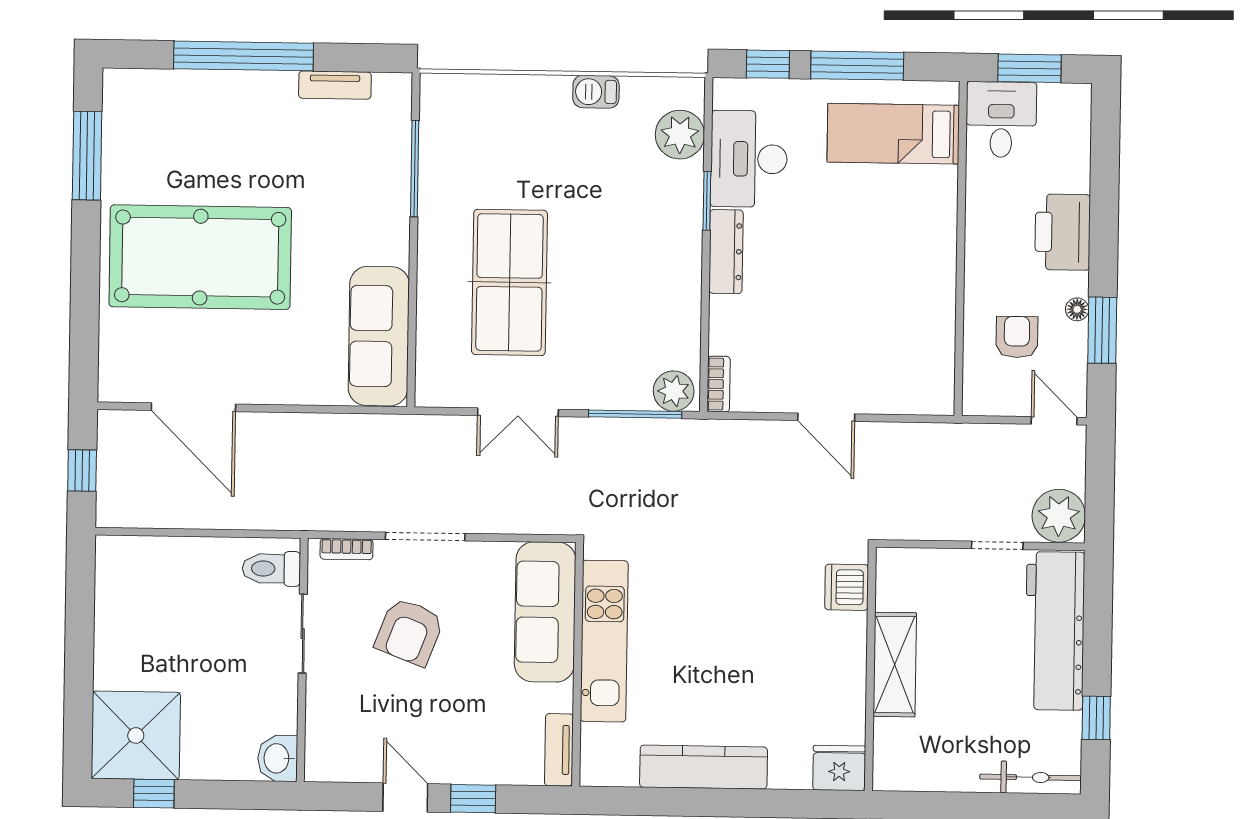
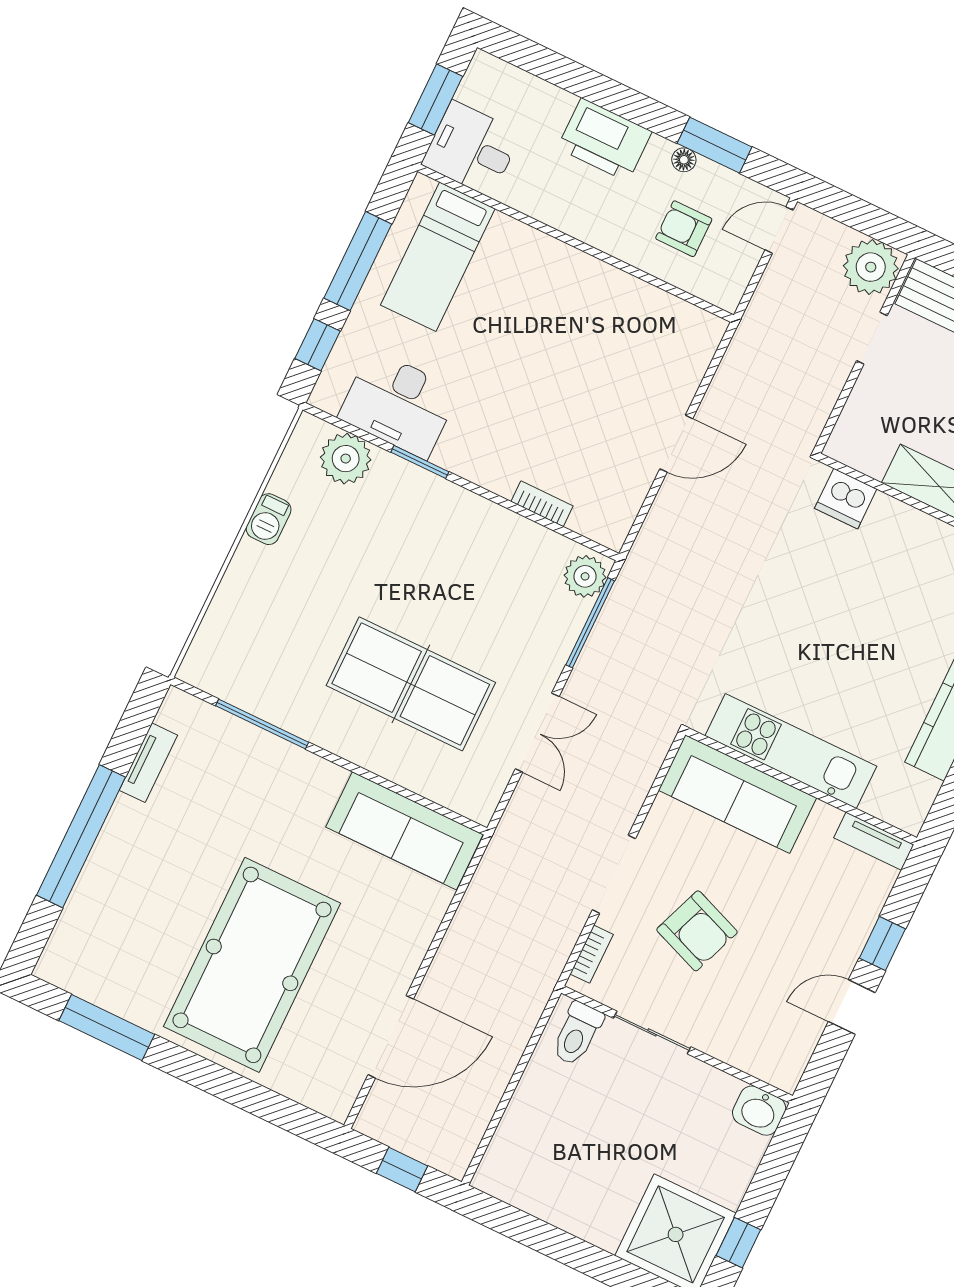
dresser: (726, 252) -> (476, 466), removed
bookcase: (719, 384) -> (542, 504), moved

